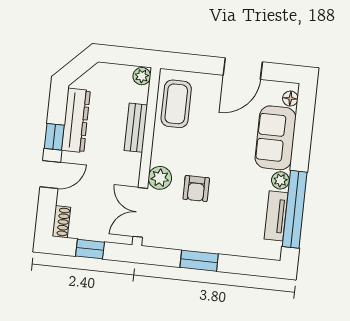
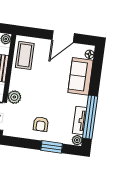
plant: (280, 180) -> (77, 140), moved
armchair: (196, 189) -> (41, 124), moved
window: (199, 261) -> (52, 147), moved

